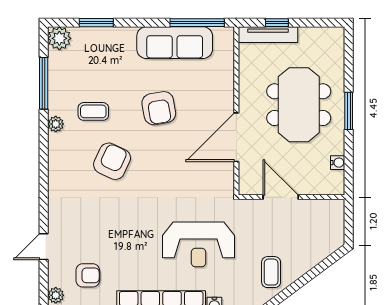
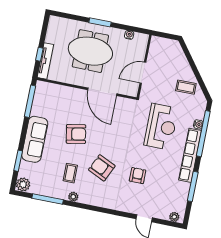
sofa: (175, 43) -> (35, 139), moved
armchair: (88, 275) -> (138, 176), moved

